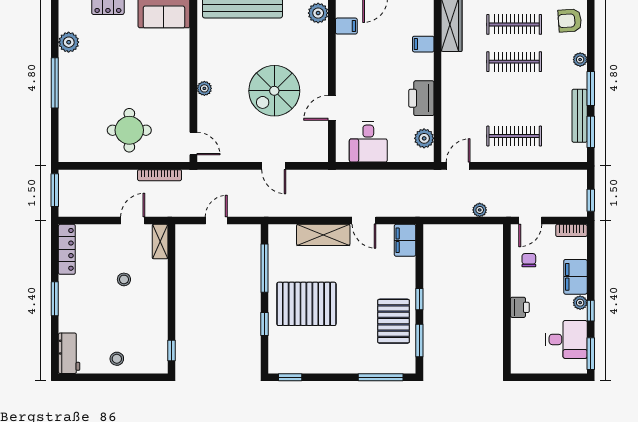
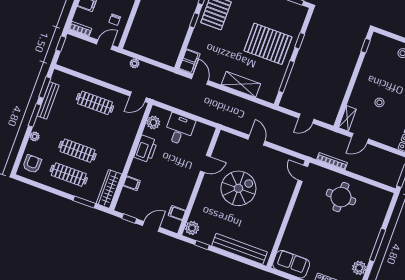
armchair: (570, 21) -> (32, 164), turned -86
plant: (204, 88) -> (283, 206), removed
desk: (368, 142) -> (179, 129), moved
door: (364, 221) -> (200, 80), moved

